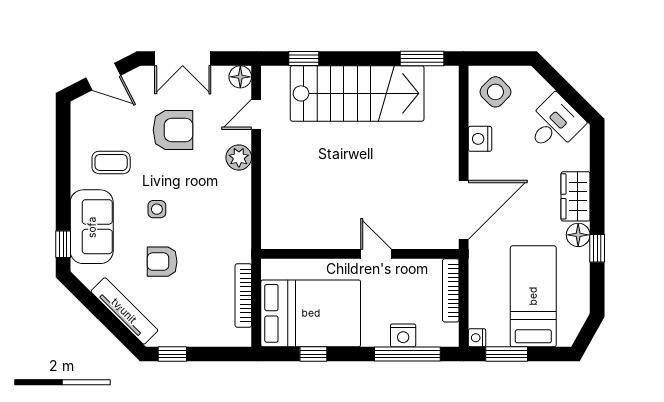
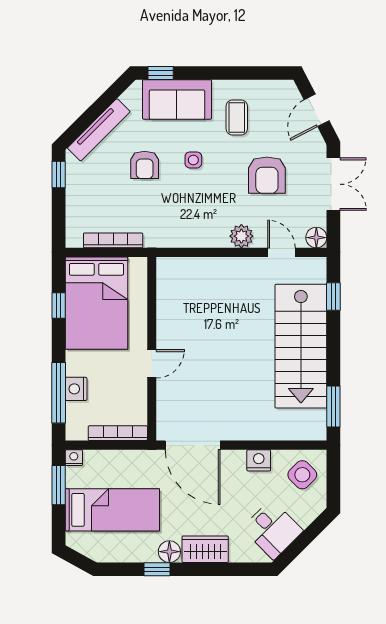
double door: (183, 58) -> (333, 184), swing flipped
armchair: (162, 262) -> (145, 165), turned 180

